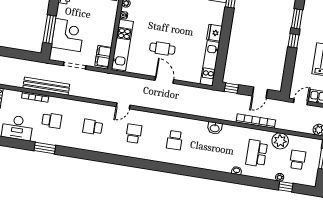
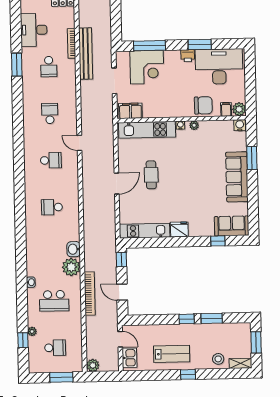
plant: (280, 141) -> (71, 267), moved
school desk: (257, 153) -> (54, 301), turned 180

